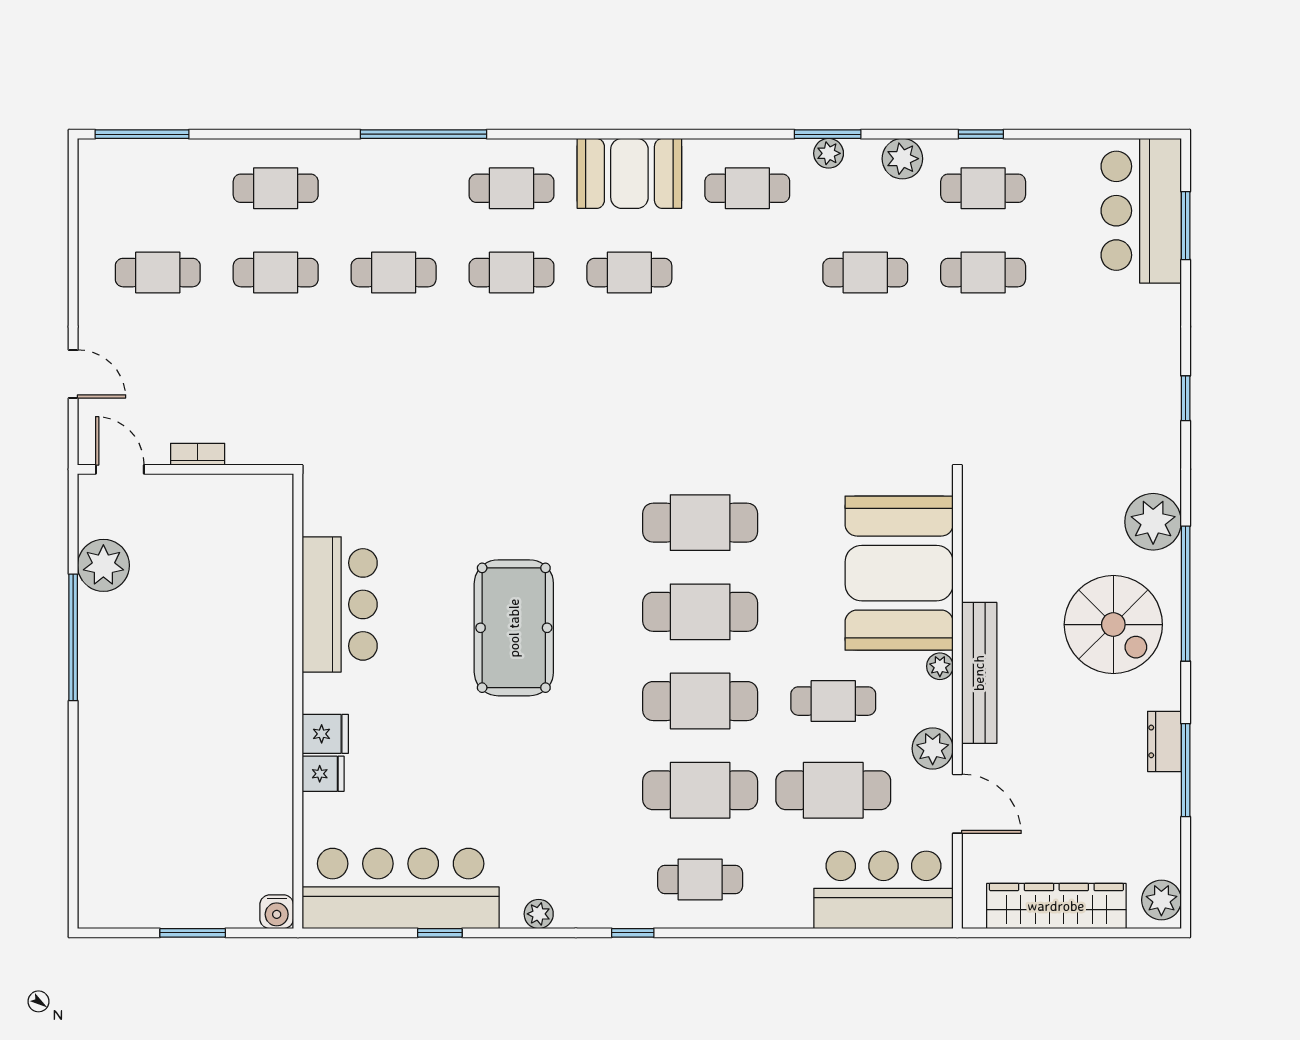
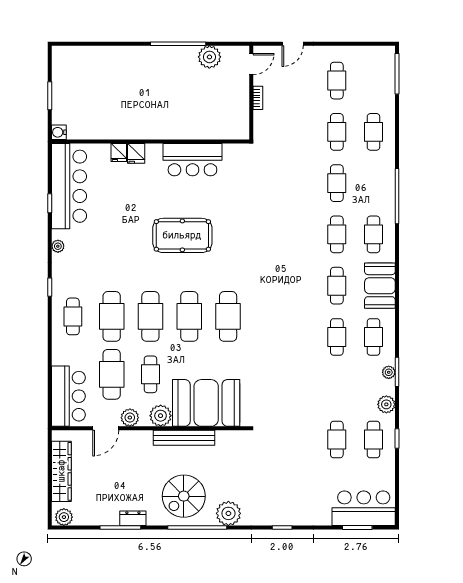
cafe table: (865, 273) -> (337, 337), moved
plant: (940, 666) -> (161, 416), width x1.88, depth x1.88
bench: (979, 673) -> (184, 438), moved

